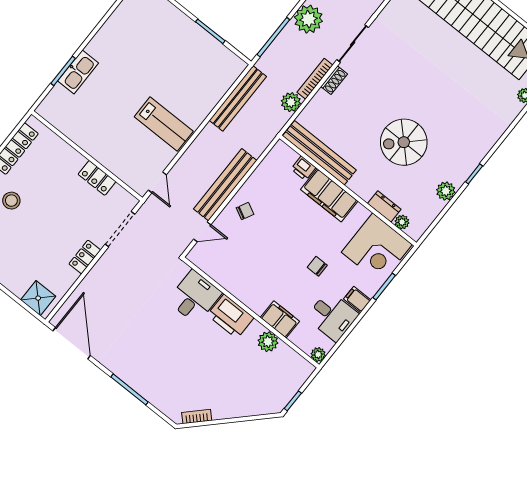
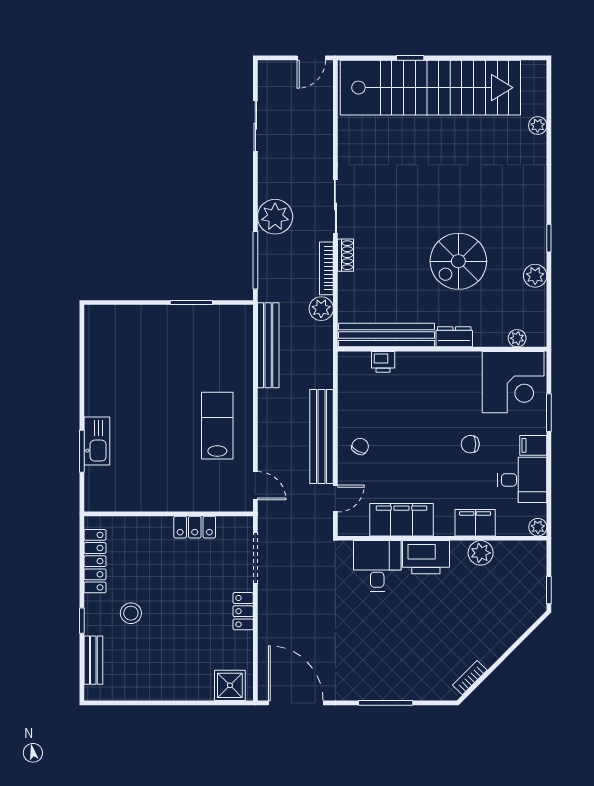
lab bench: (164, 124) -> (217, 426), turned -90
filing cabinet: (329, 195) -> (402, 520), moved, turned 180
dresser: (384, 206) -> (454, 337), moved

